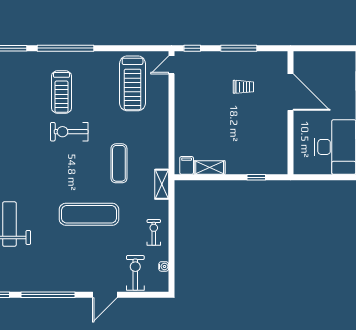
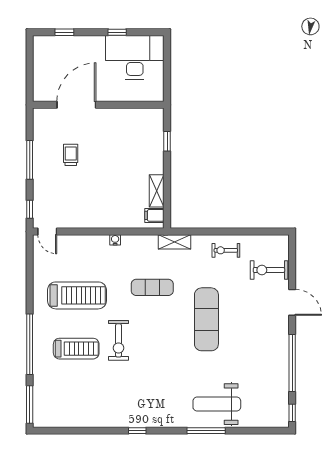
treadmill: (133, 83) -> (77, 295), moved
water cooler: (164, 266) -> (115, 240), moved

